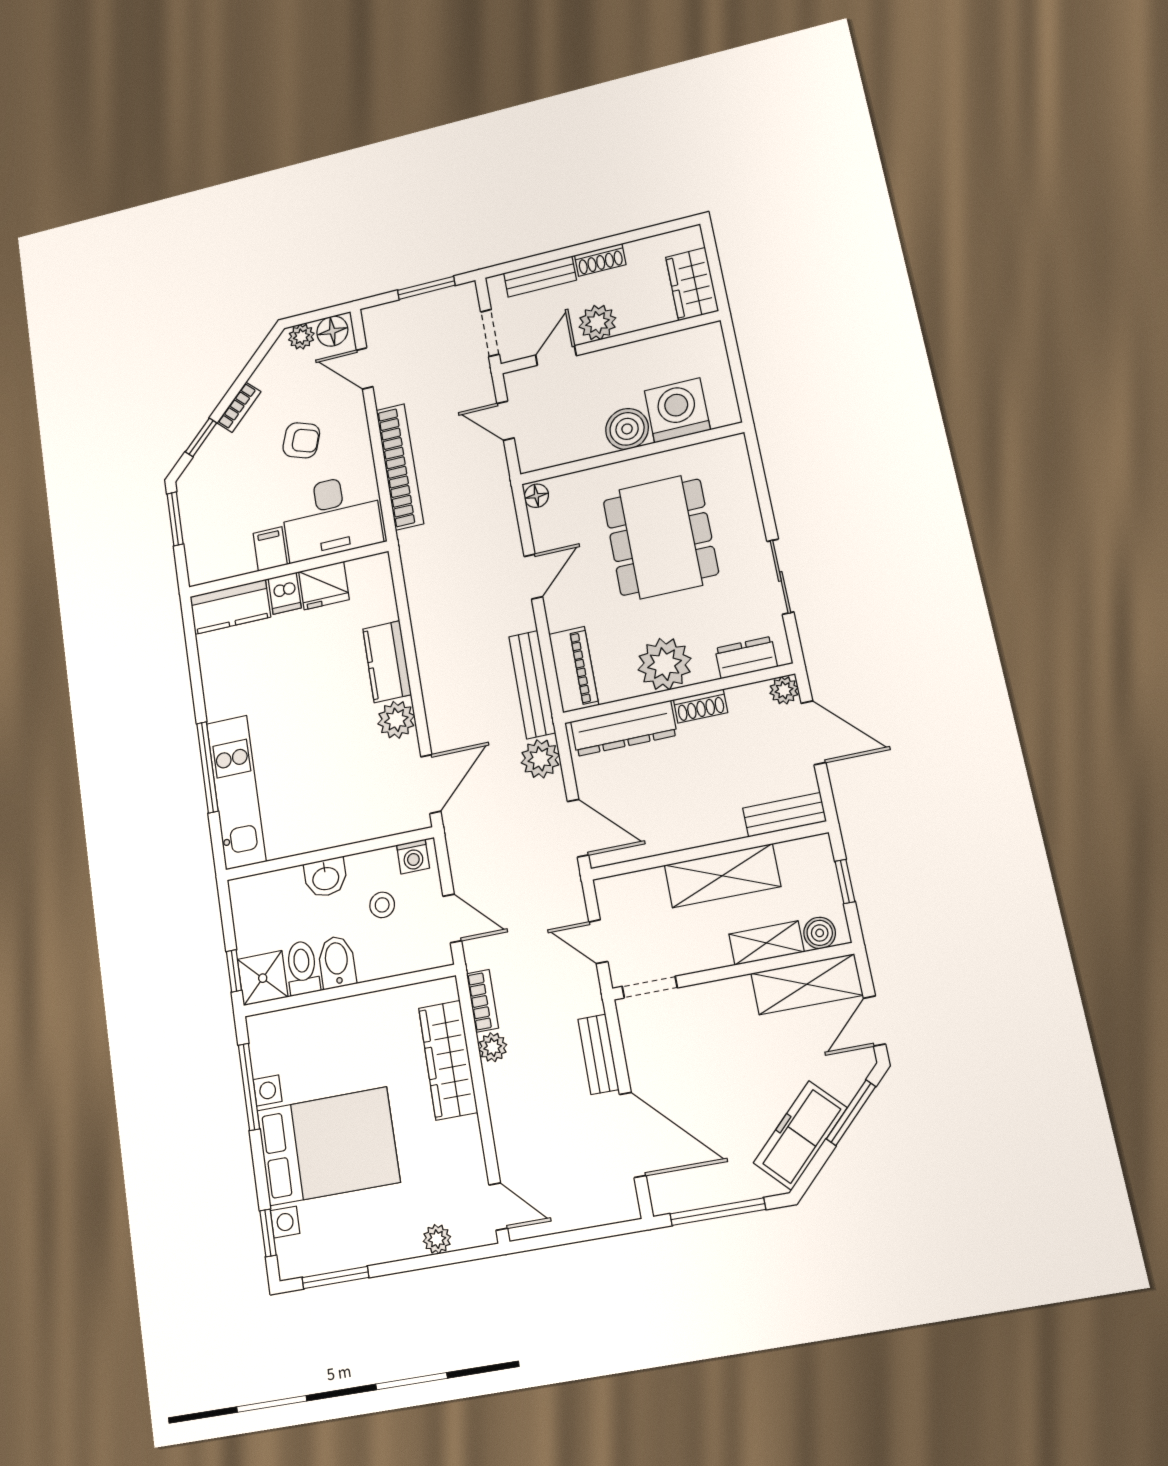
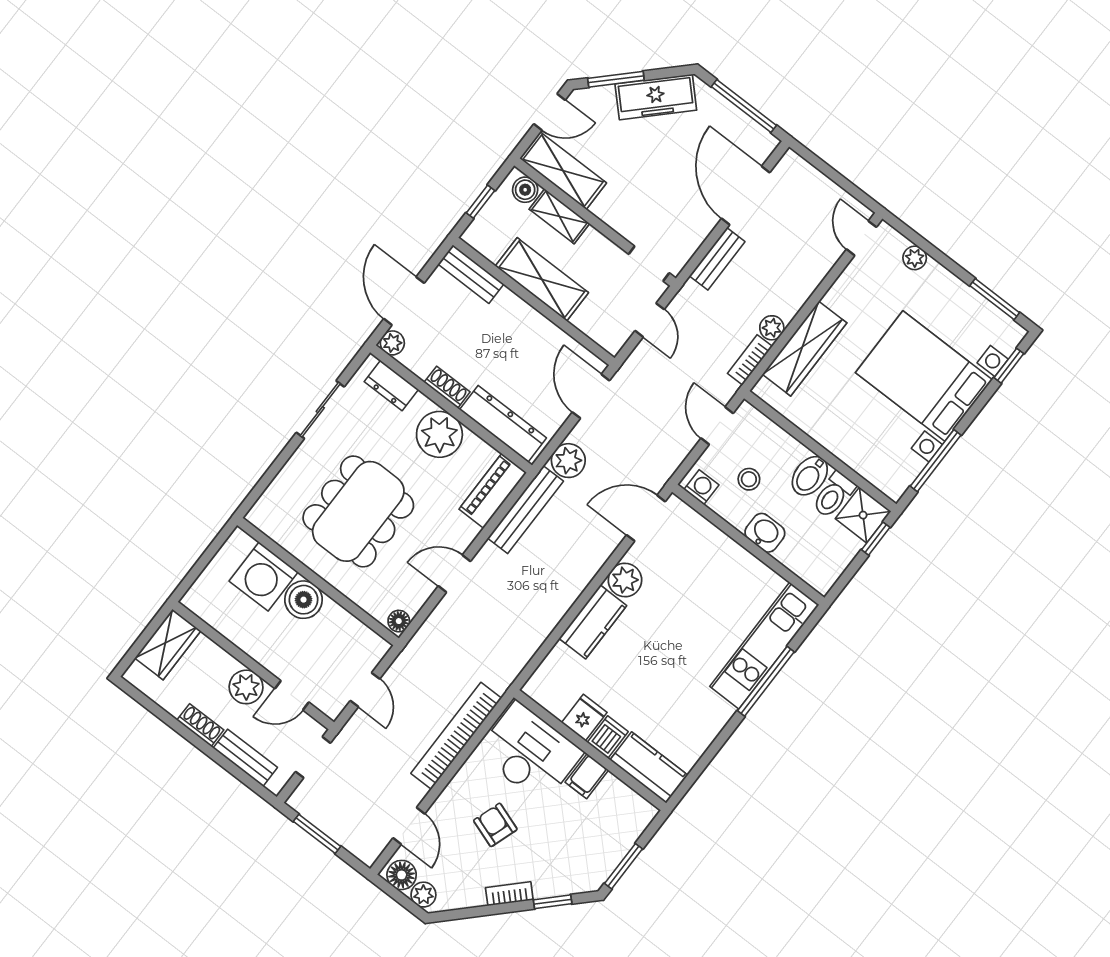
fridge: (324, 586) -> (584, 717), width x0.72

